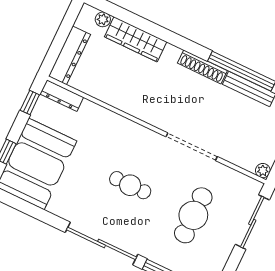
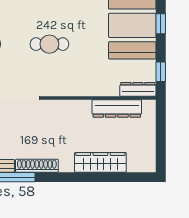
plant: (103, 19) -> (134, 166), removed
dresser: (69, 55) -> (117, 109), moved, turned -90

